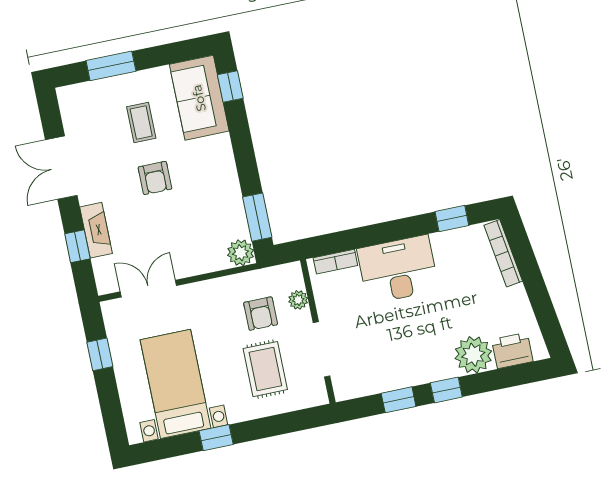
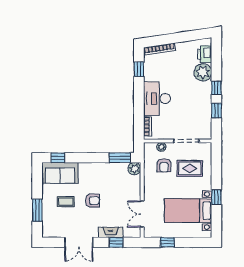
armchair: (261, 314) -> (164, 165), turned 90

